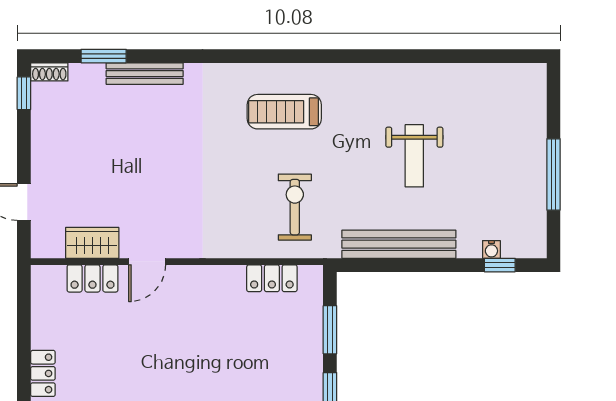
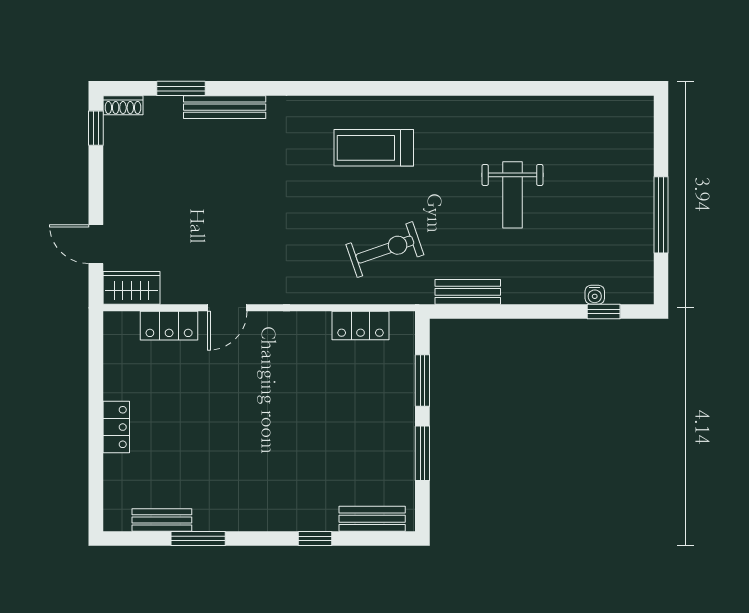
exercise bike: (295, 207) -> (385, 250), turned 71
wardrobe: (92, 243) -> (131, 288), moved
bench: (399, 244) -> (468, 292), width x0.54, depth x0.82

